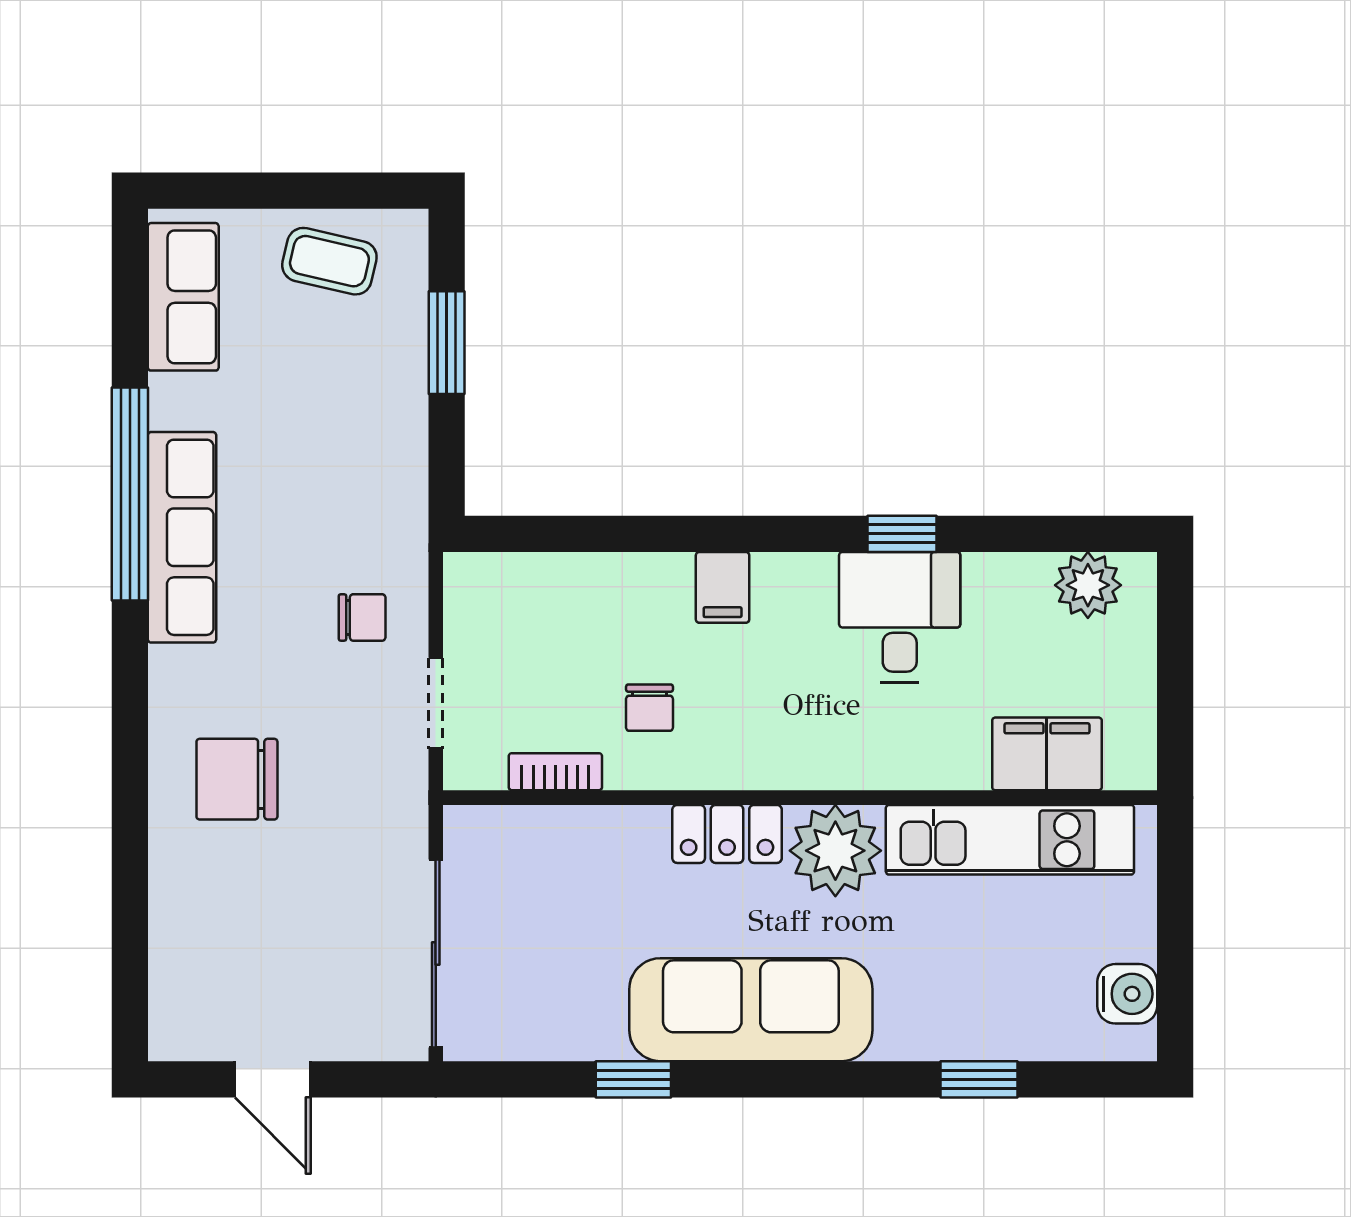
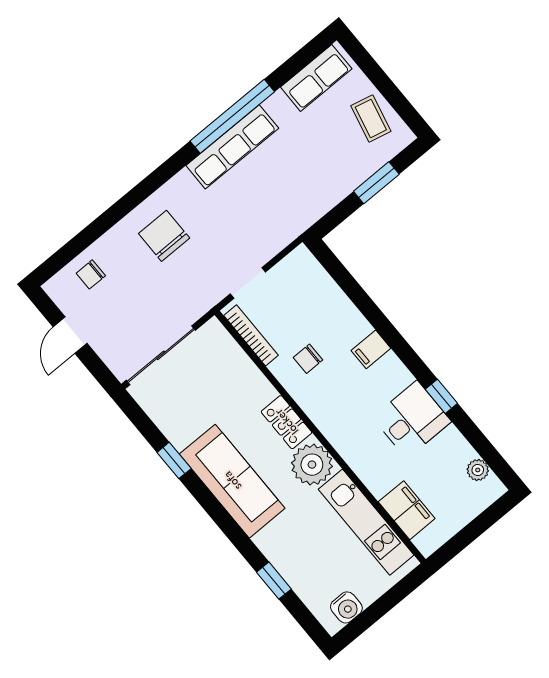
plant: (1088, 585) -> (478, 470), width x0.73, depth x0.73
chair: (362, 617) -> (91, 274), moved, turned 90
bookcase: (555, 772) -> (251, 335), width x1.56

